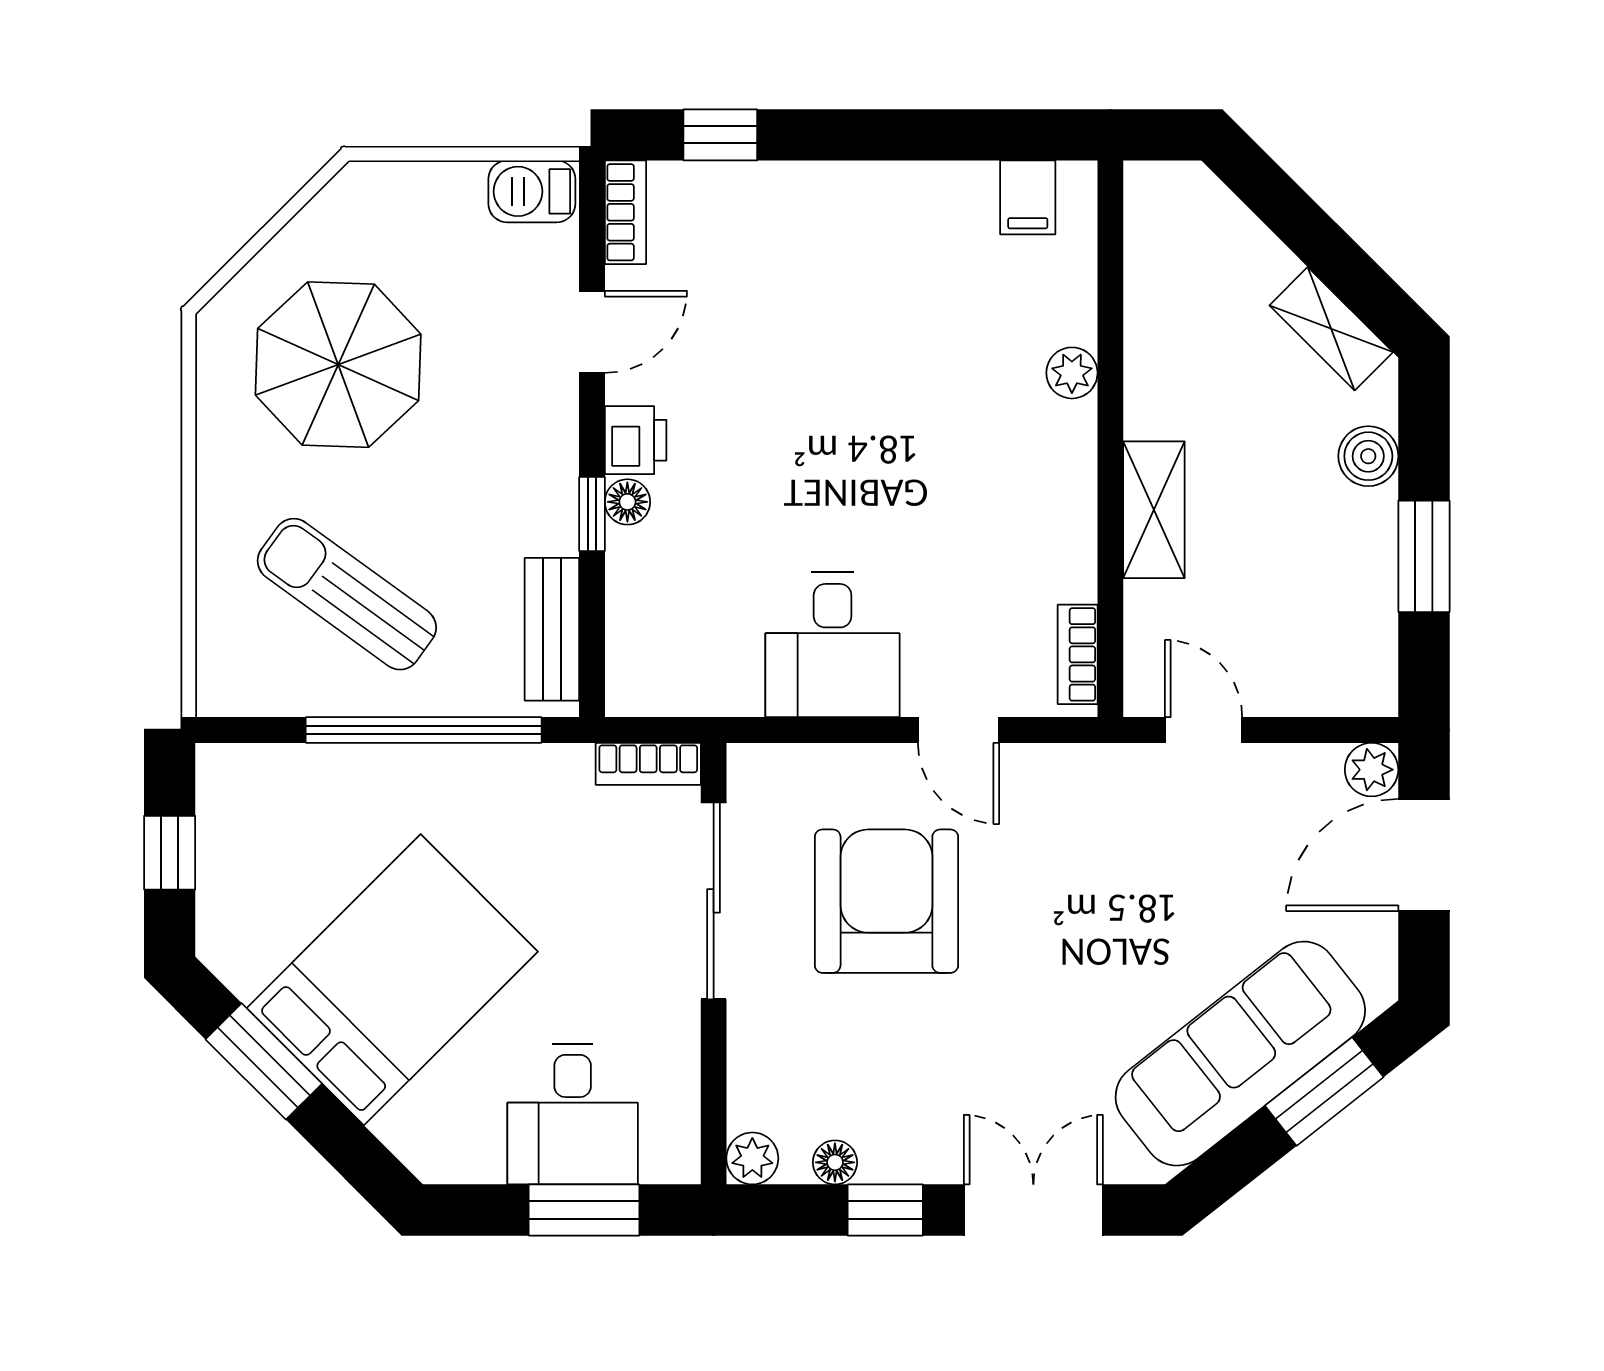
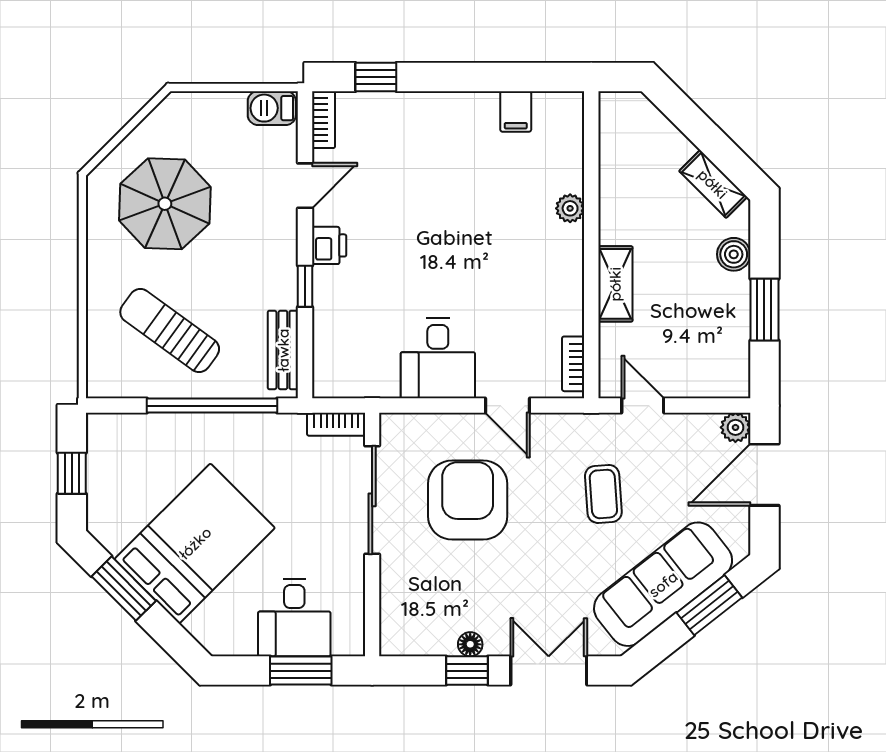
filing cabinet: (1028, 197) -> (516, 111), moved
floor lamp: (627, 502) -> (325, 280), removed
coffee table: (1132, 890) -> (603, 494), added
plant: (752, 1158) -> (394, 642), removed
floor lamp: (835, 1162) -> (470, 644), moved

